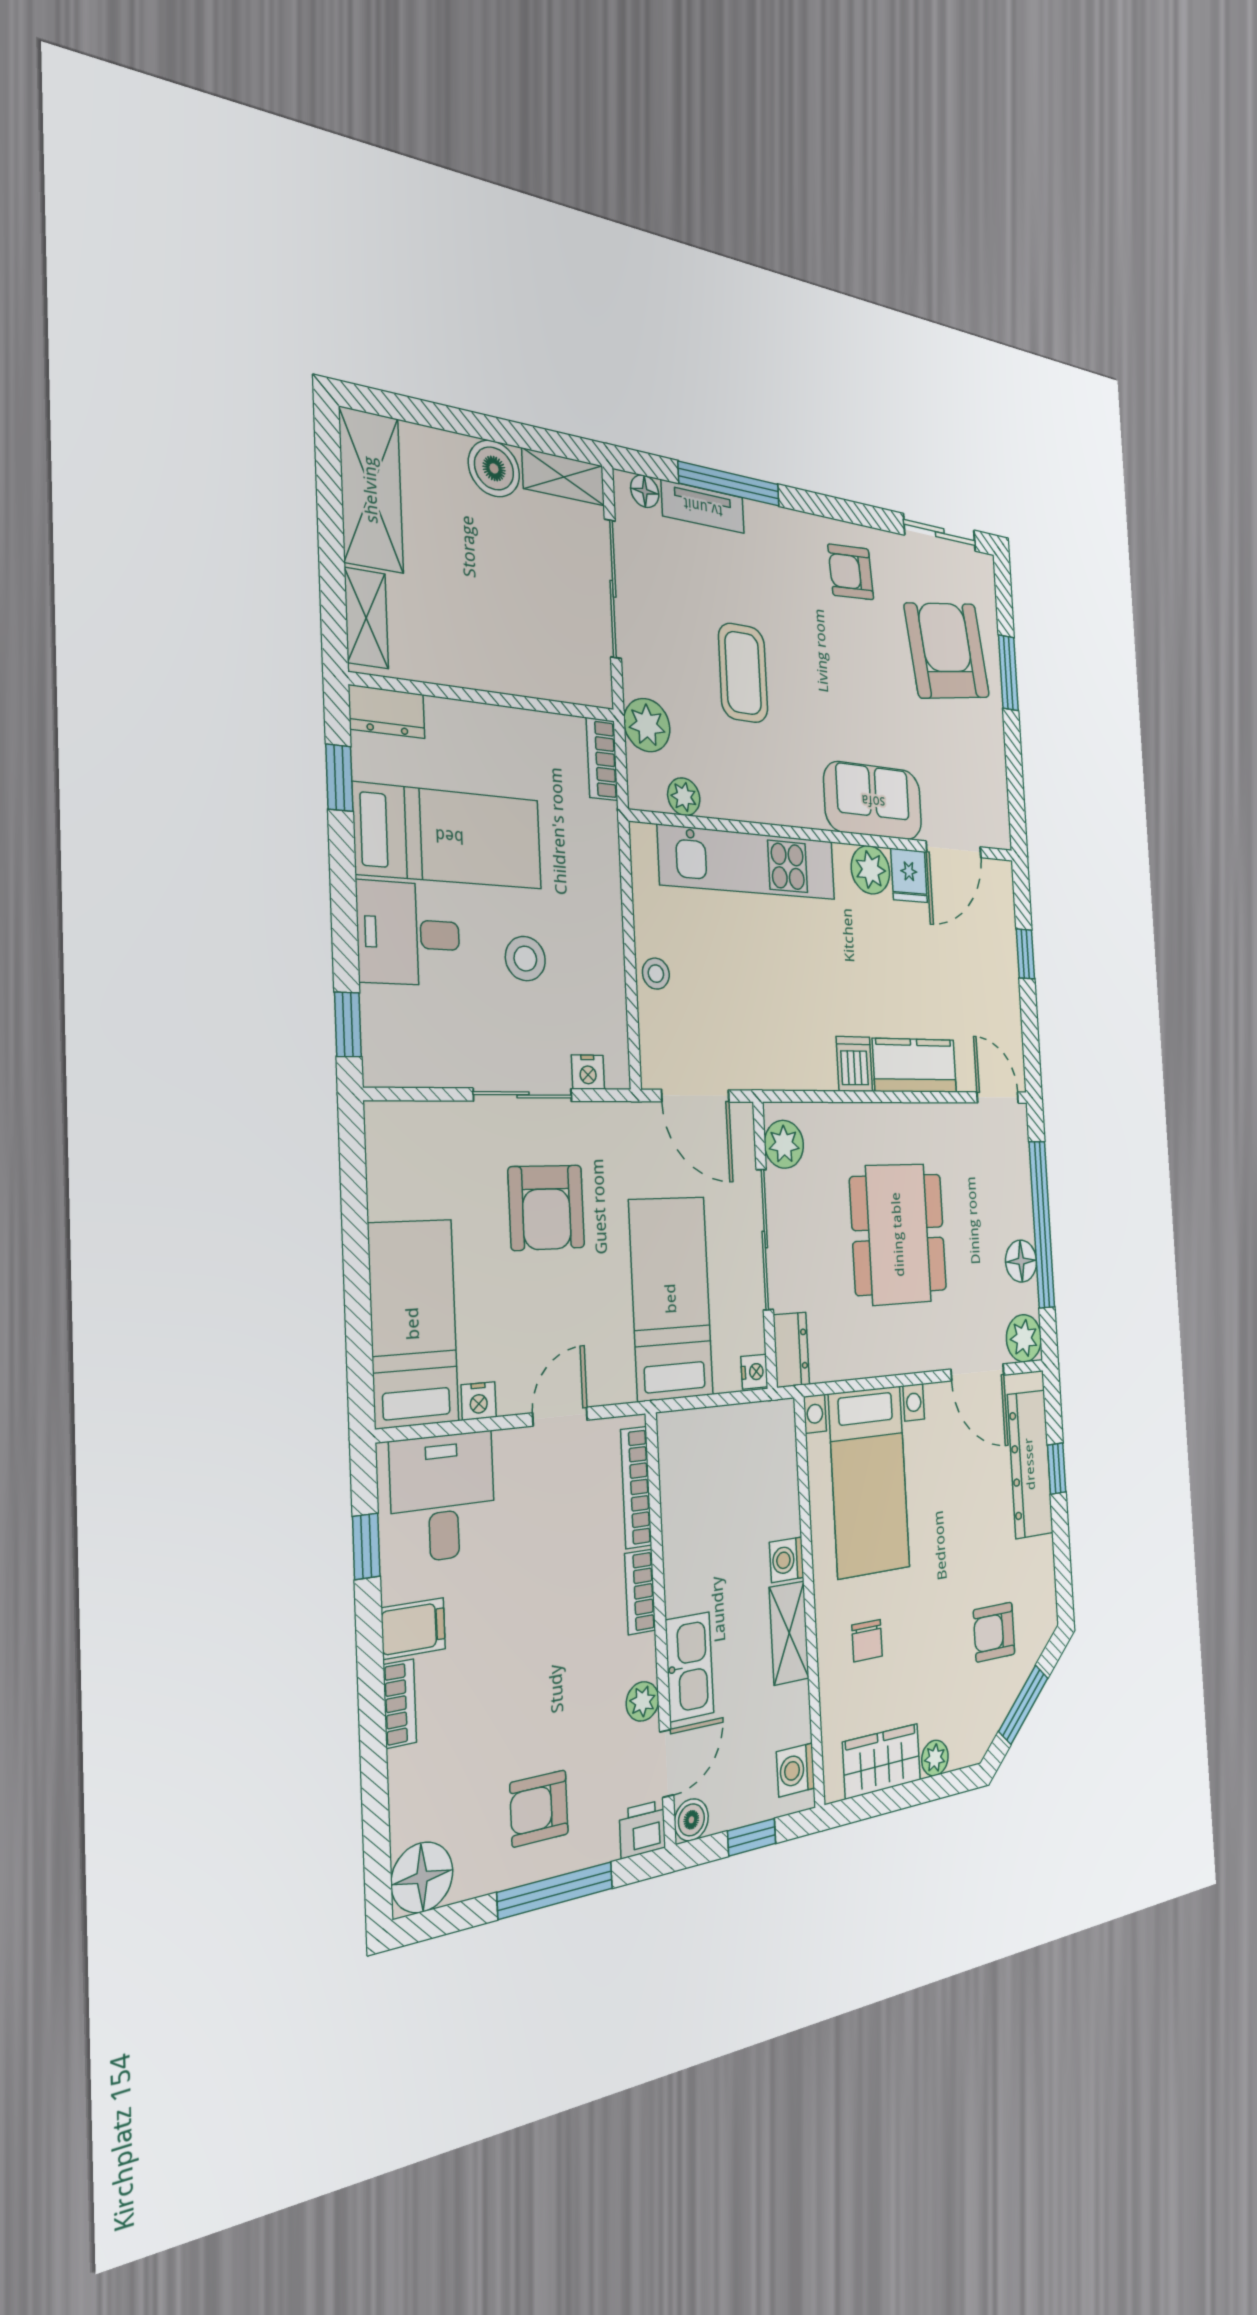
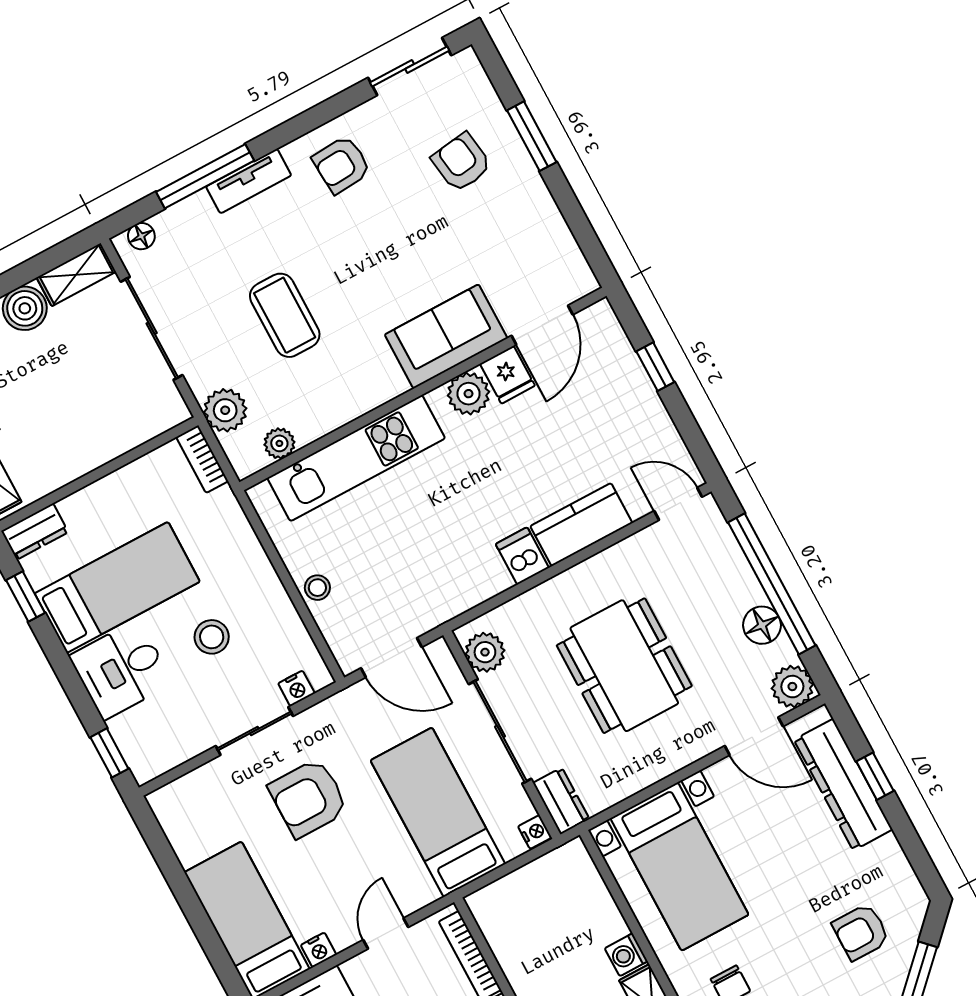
tv unit: (703, 507) -> (249, 181), moved
armchair: (947, 651) -> (461, 162), width x0.53, depth x0.53
armchair: (546, 1207) -> (308, 798), turned 90

